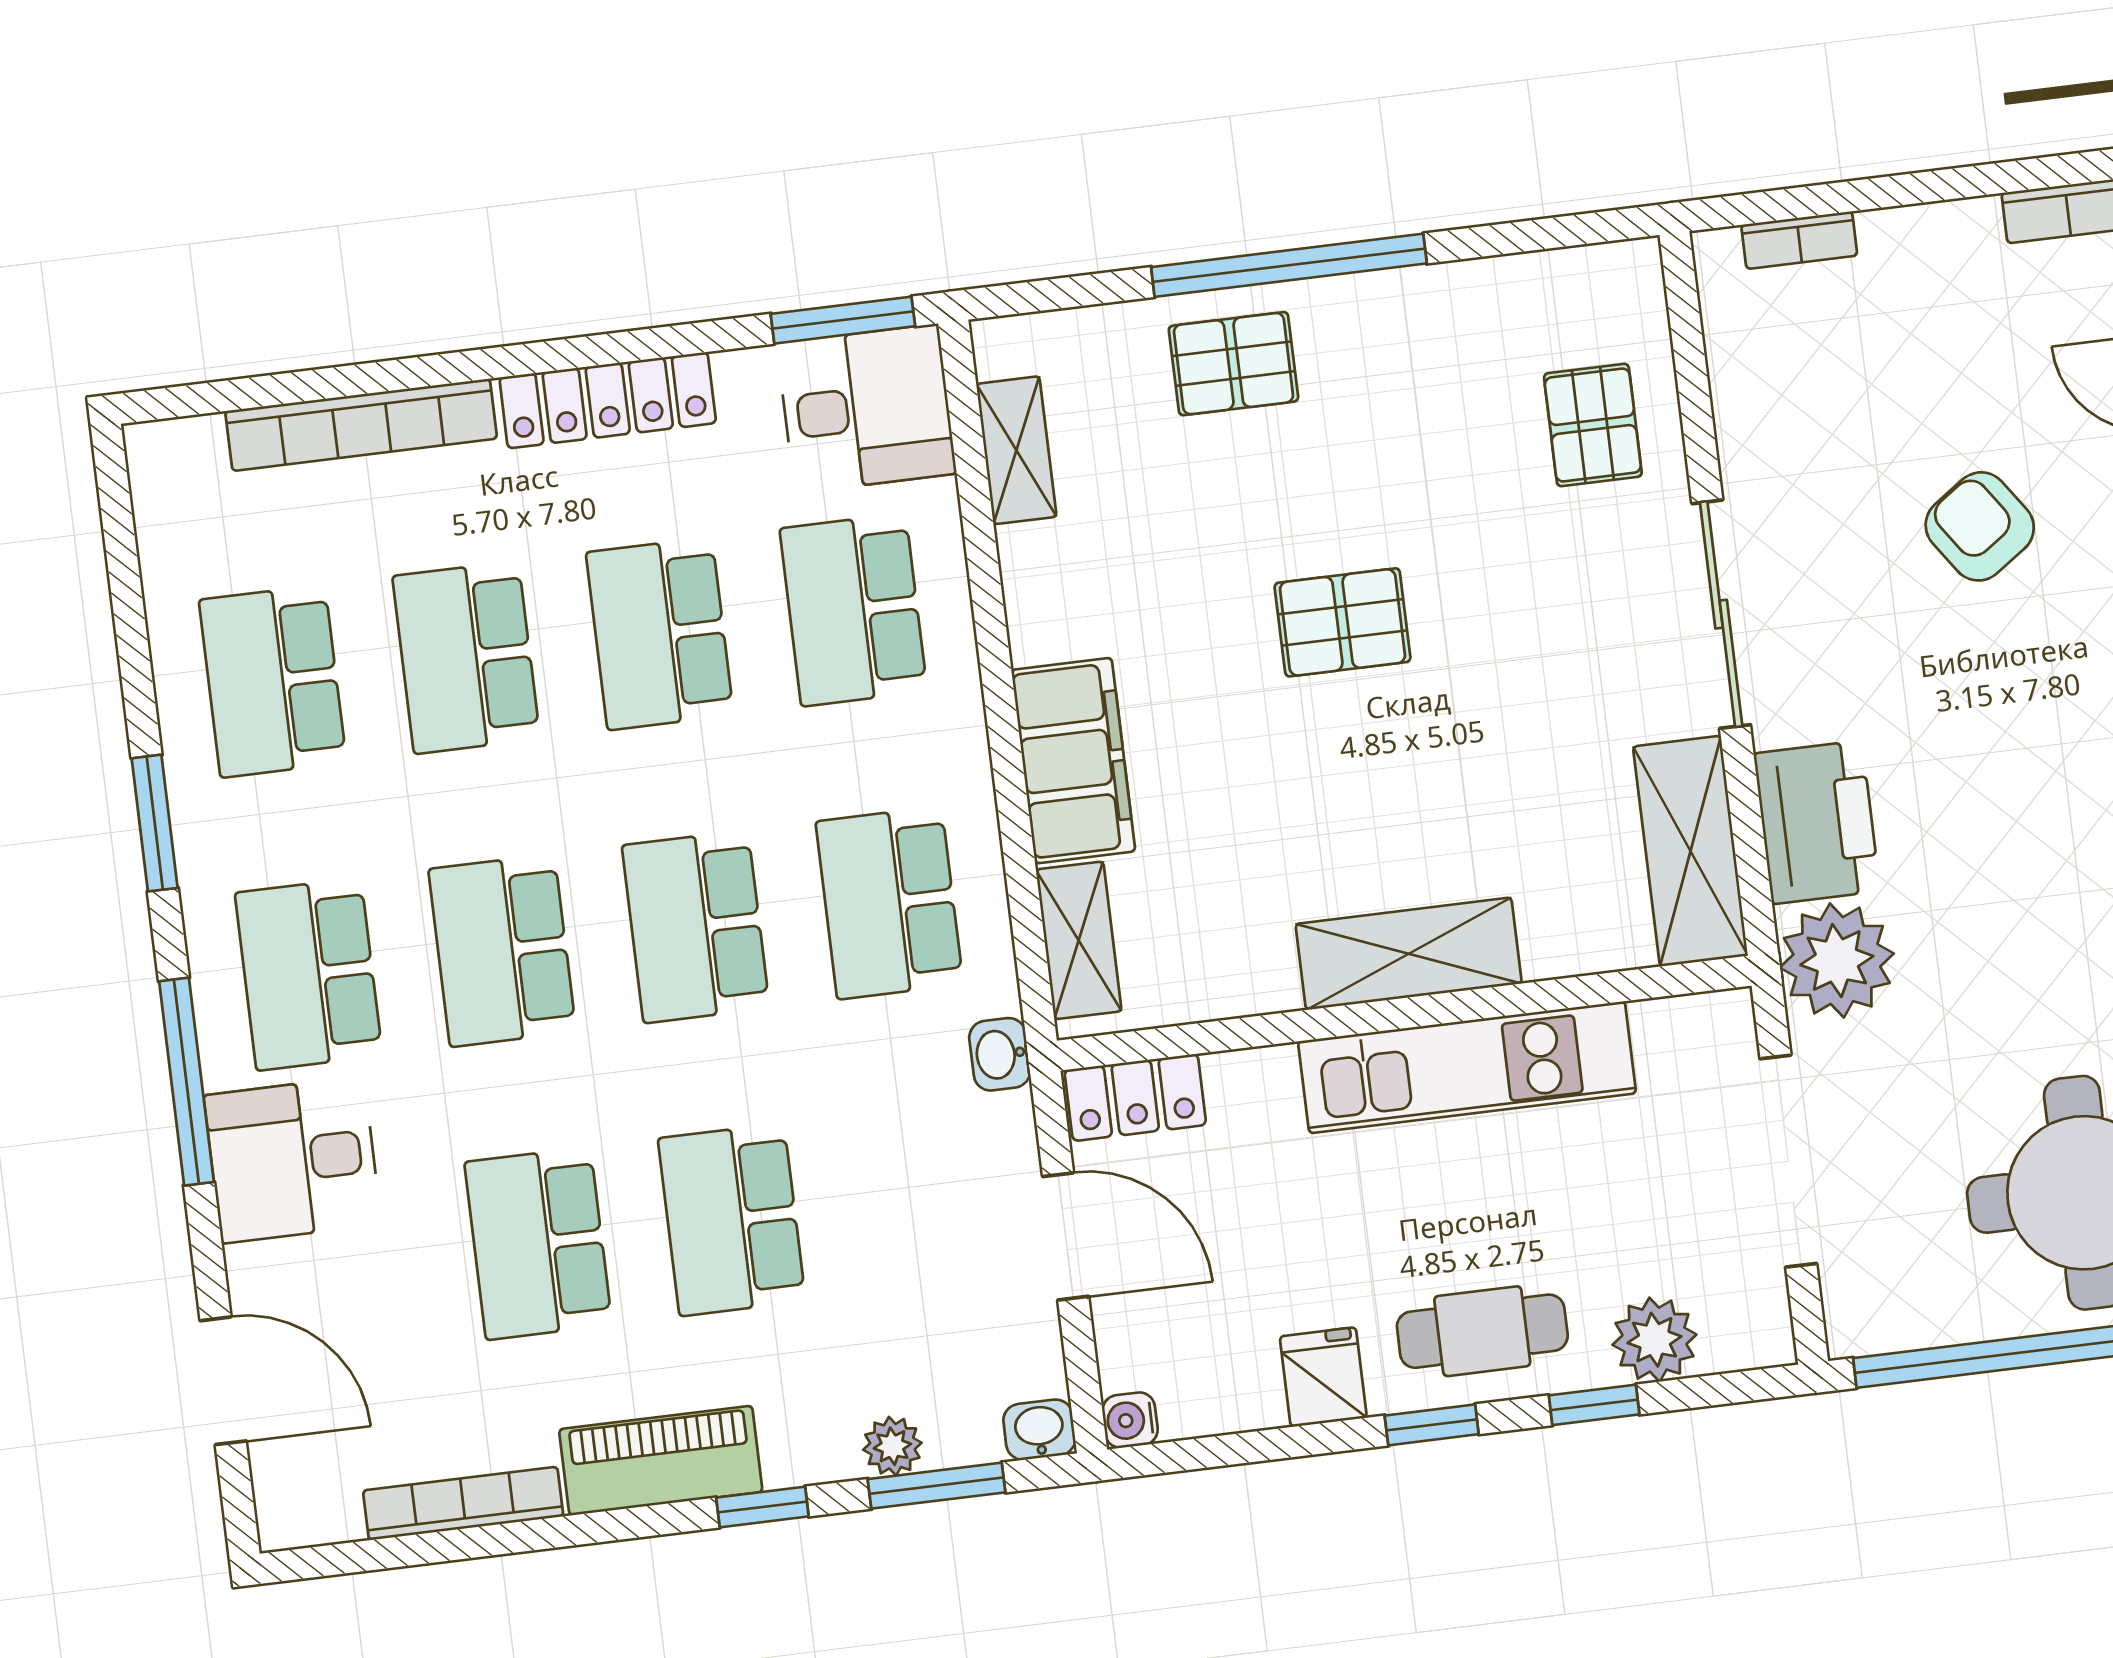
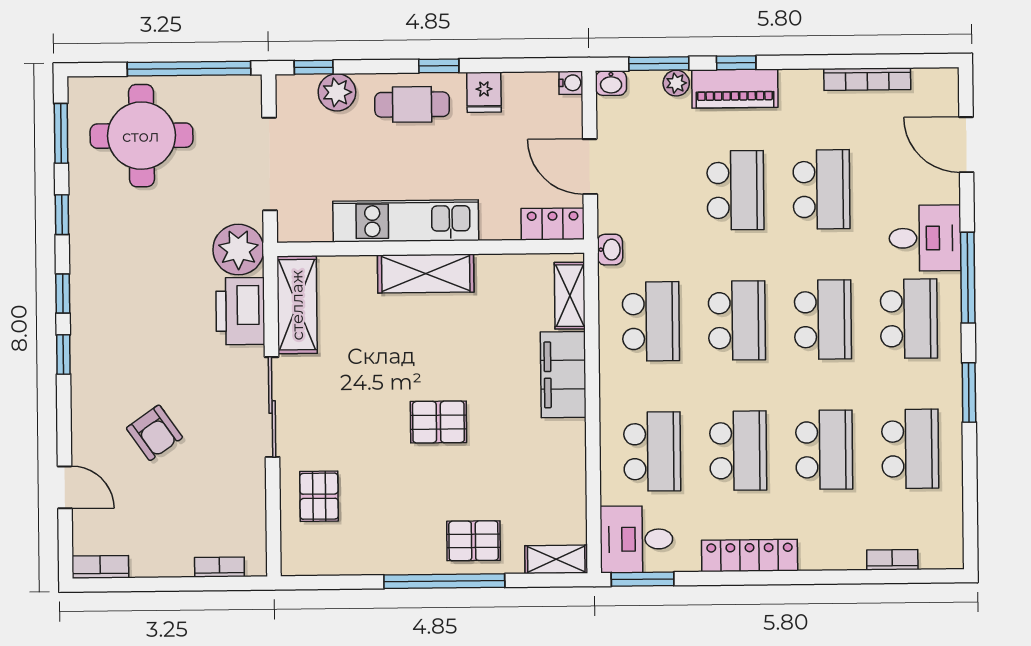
bookcase: (361, 425) -> (892, 560), width x0.43, depth x0.76
shelving: (1016, 450) -> (556, 559), moved, turned 90
window: (1594, 1405) -> (314, 67), moved
piano: (661, 1461) -> (735, 89), moved

